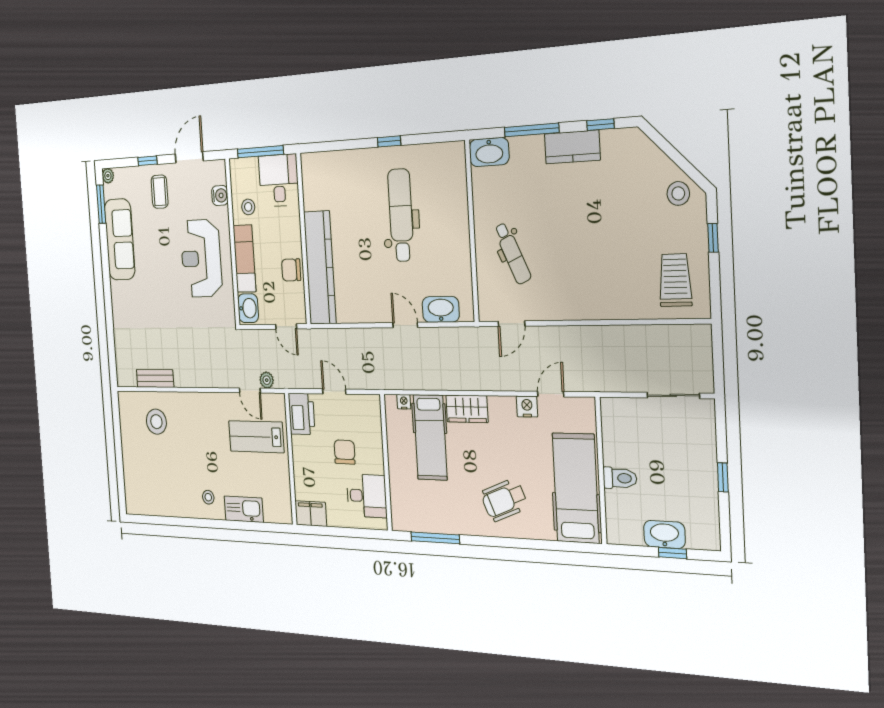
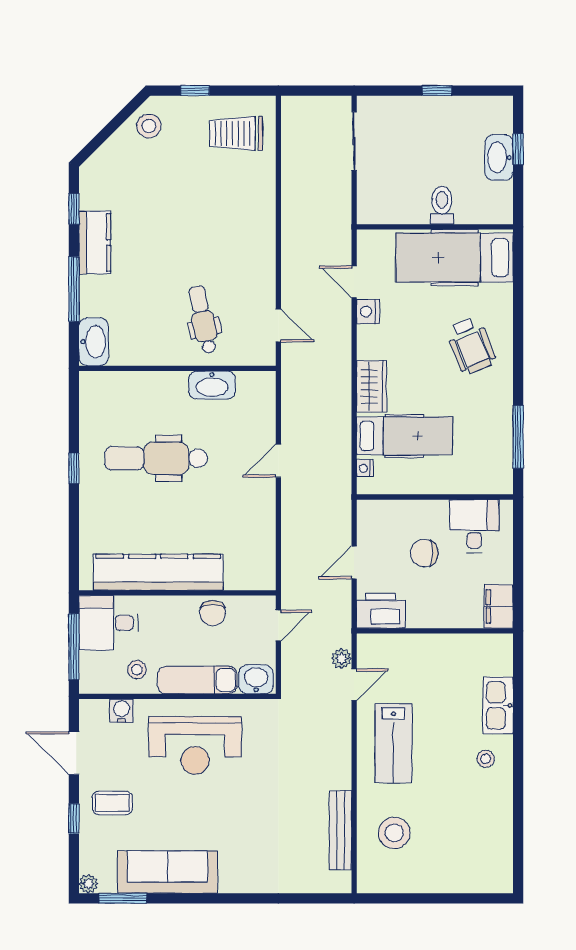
dental chair: (512, 253) -> (203, 320), turned -78
kitchen counter: (320, 268) -> (158, 572), moved
washbasin: (441, 309) -> (212, 385), moved, turned -90
bench: (155, 378) -> (340, 830), width x1.36
lab bench: (256, 437) -> (393, 743), moved

